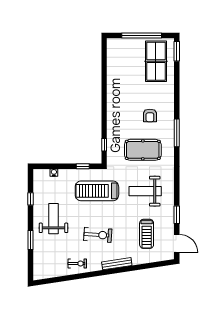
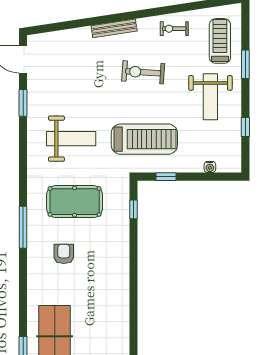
treadmill: (147, 234) -> (220, 41), moved

